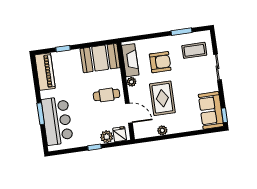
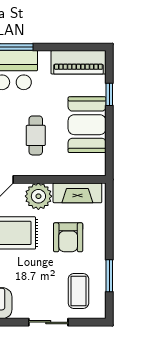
booth: (100, 58) -> (87, 125), moved
plant: (131, 82) -> (38, 196), width x1.88, depth x1.88
cafe table: (107, 95) -> (36, 135), moved

